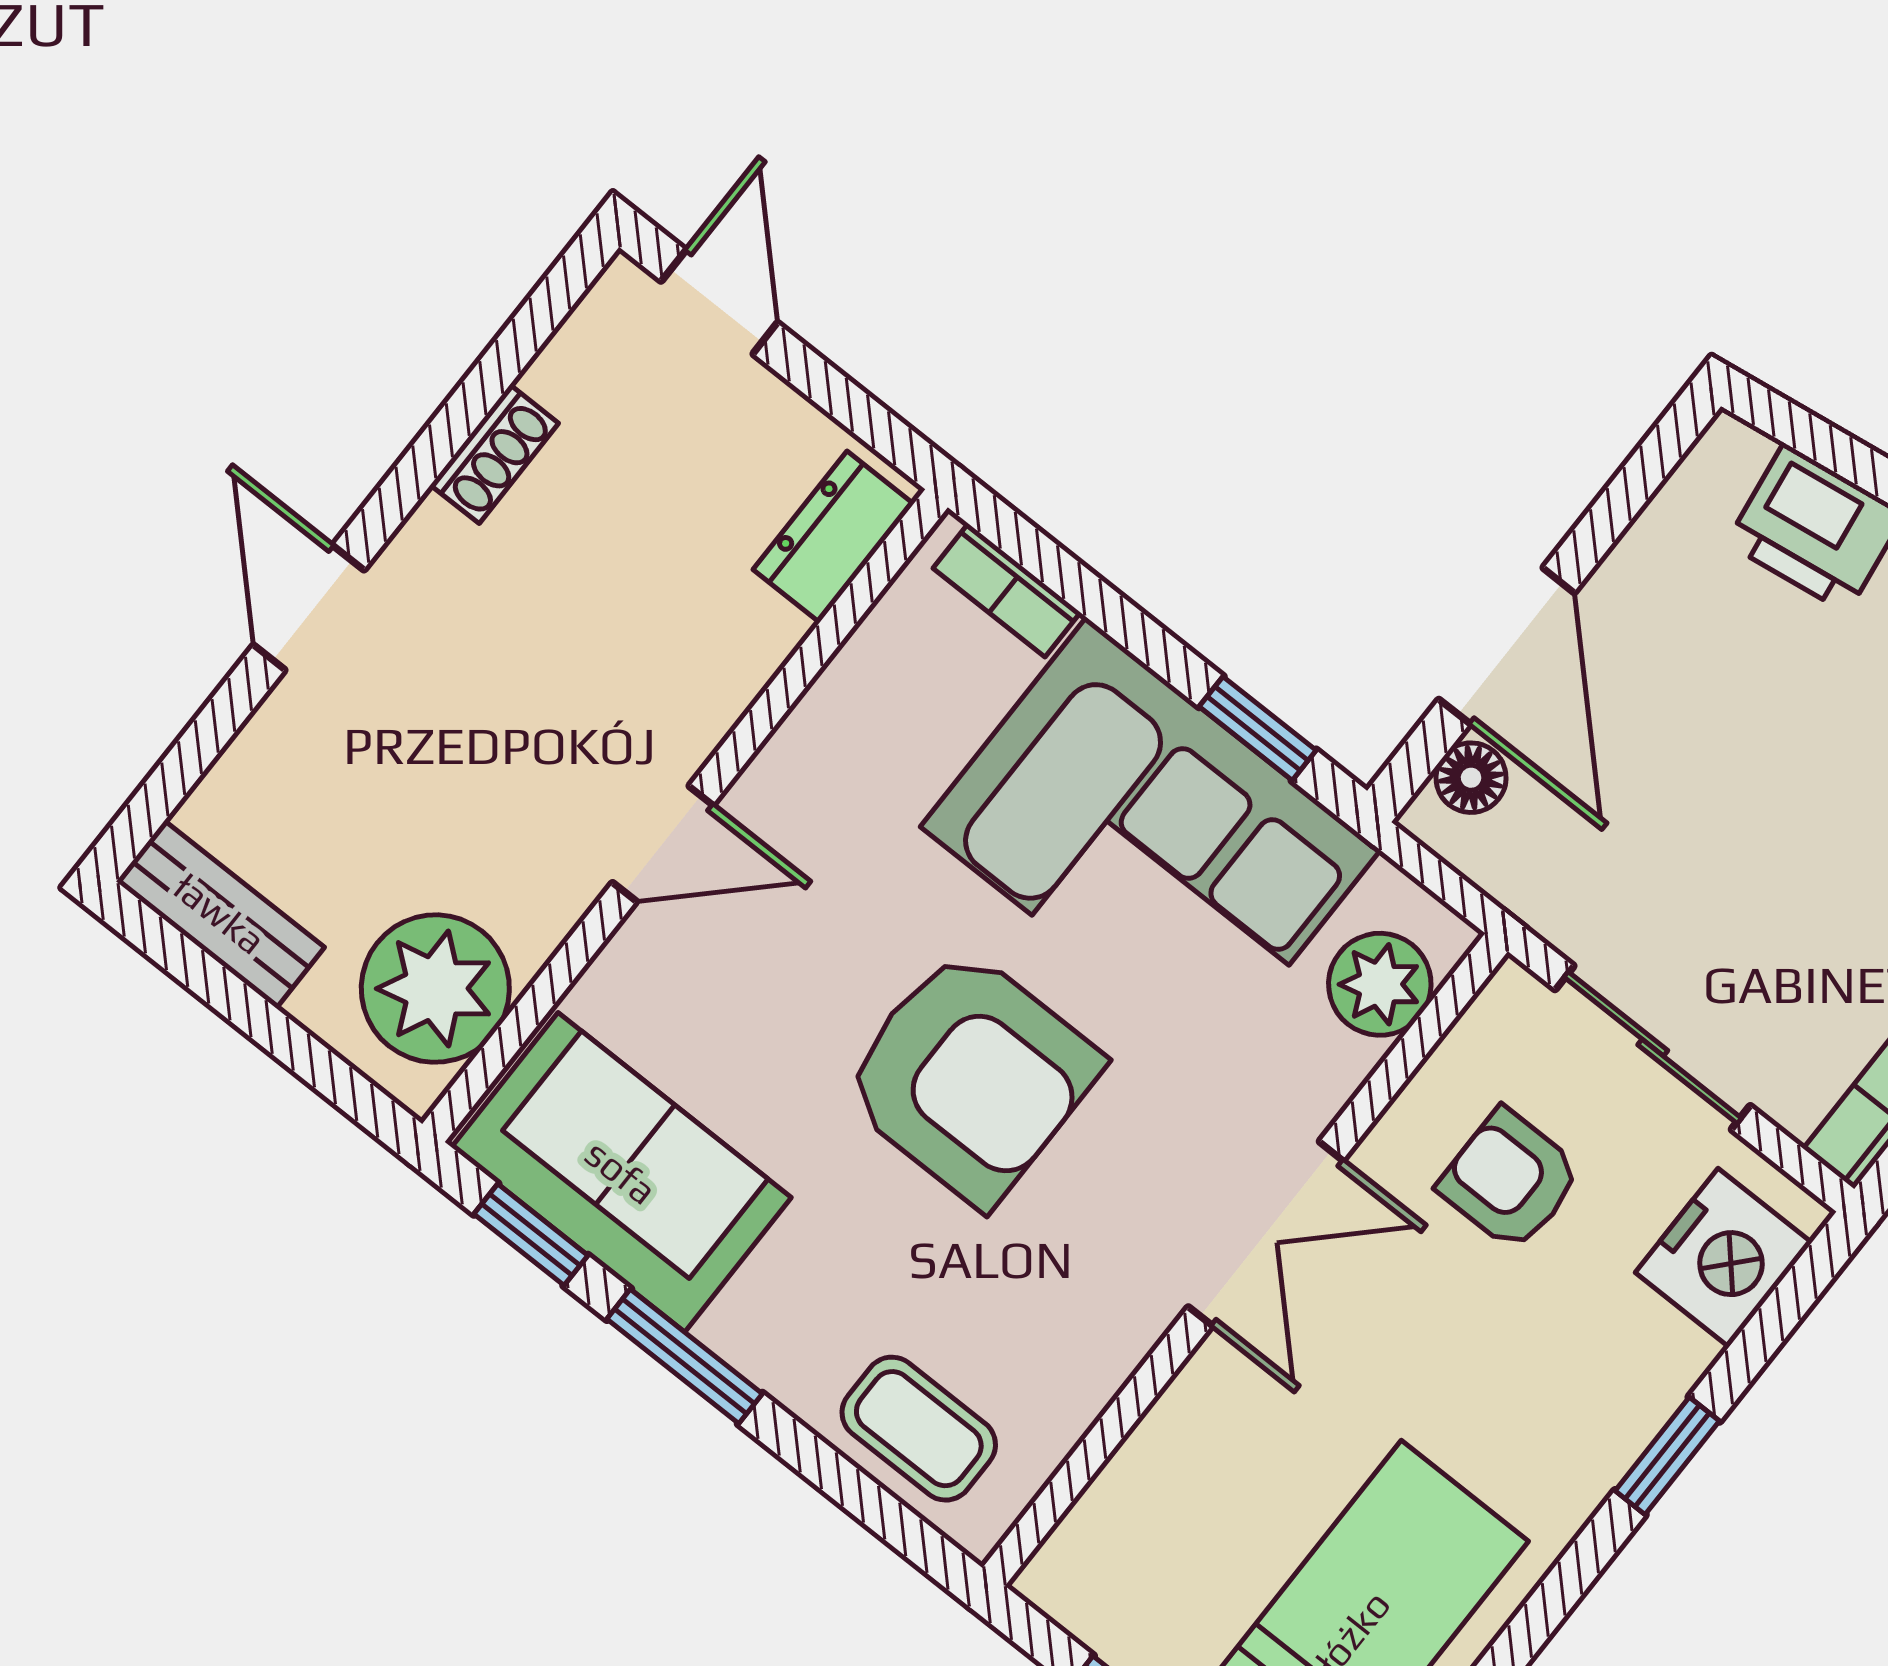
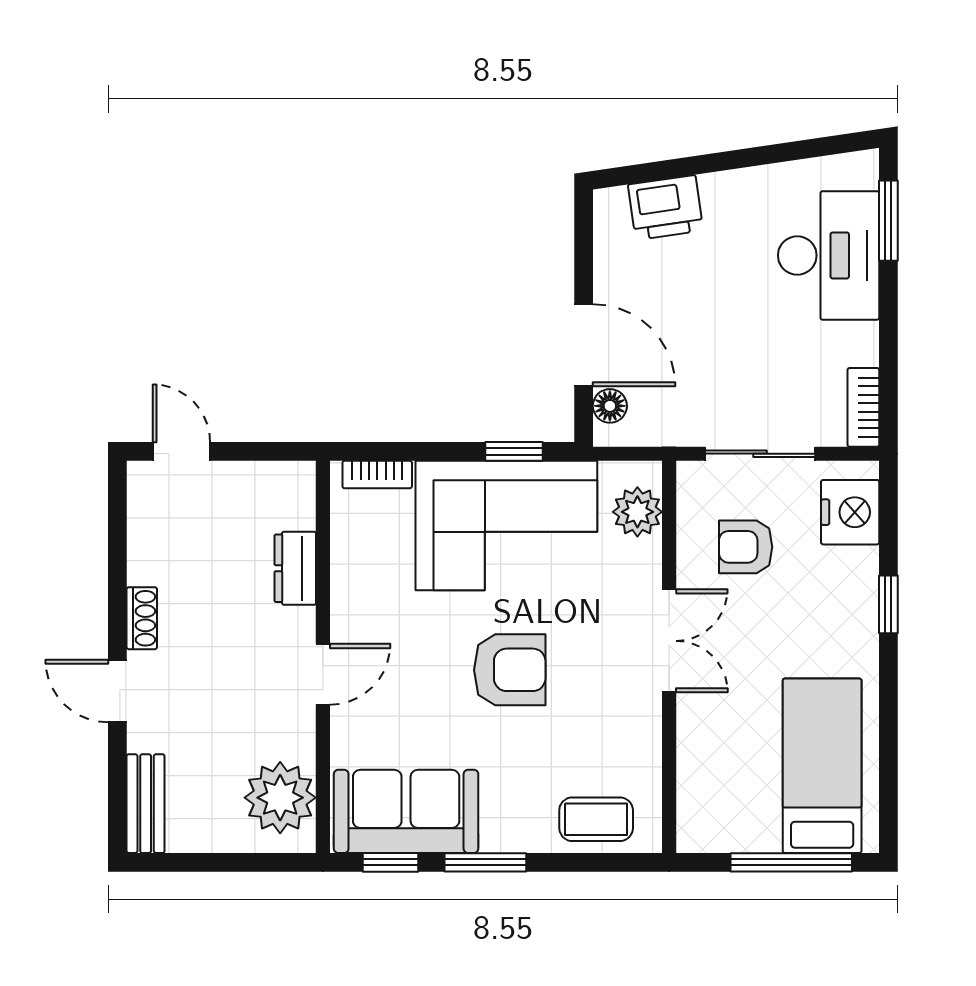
shoe rack: (494, 454) -> (142, 618), moved
dresser: (833, 537) -> (295, 568), moved
bench: (220, 914) -> (146, 804), moved, turned 90
armchair: (971, 1076) -> (510, 670), width x0.73, depth x0.73

